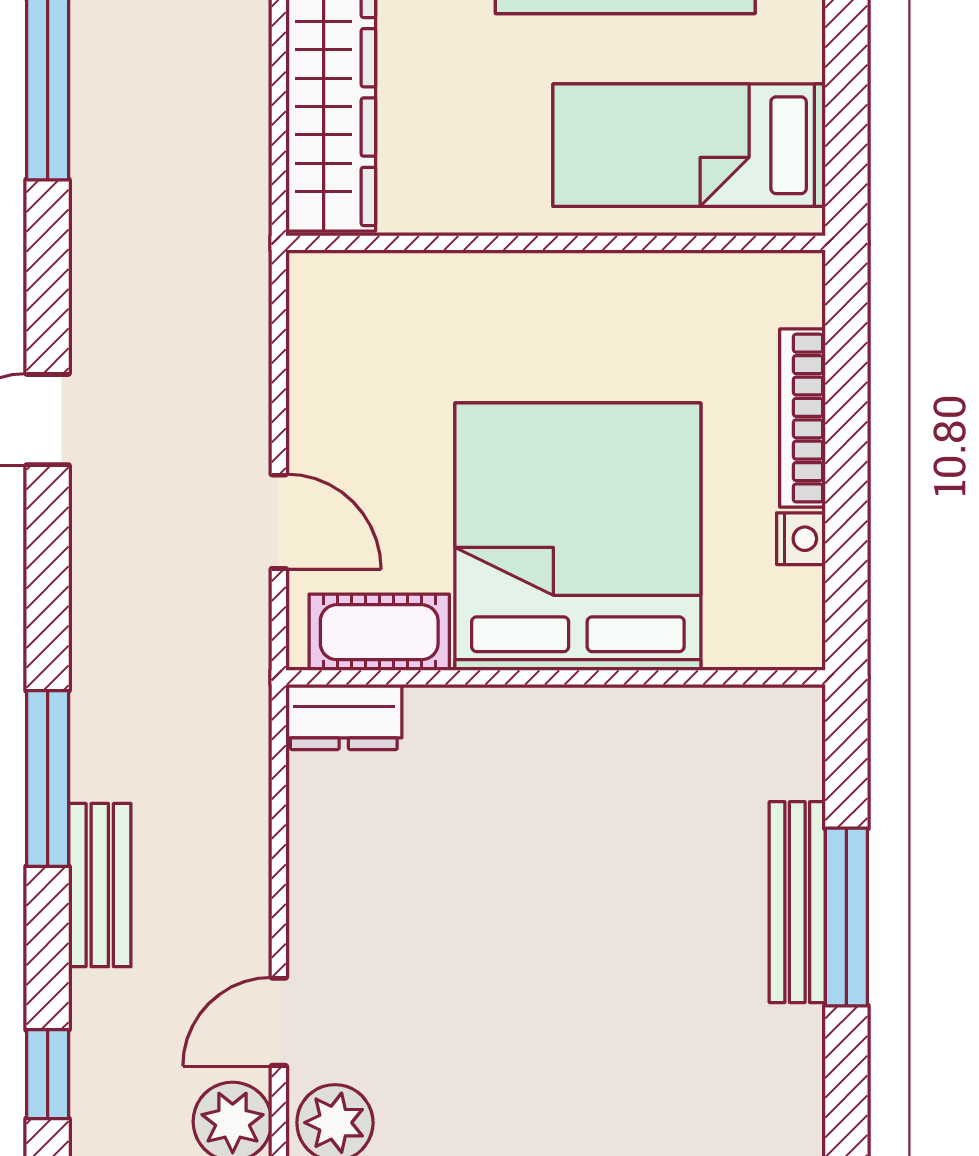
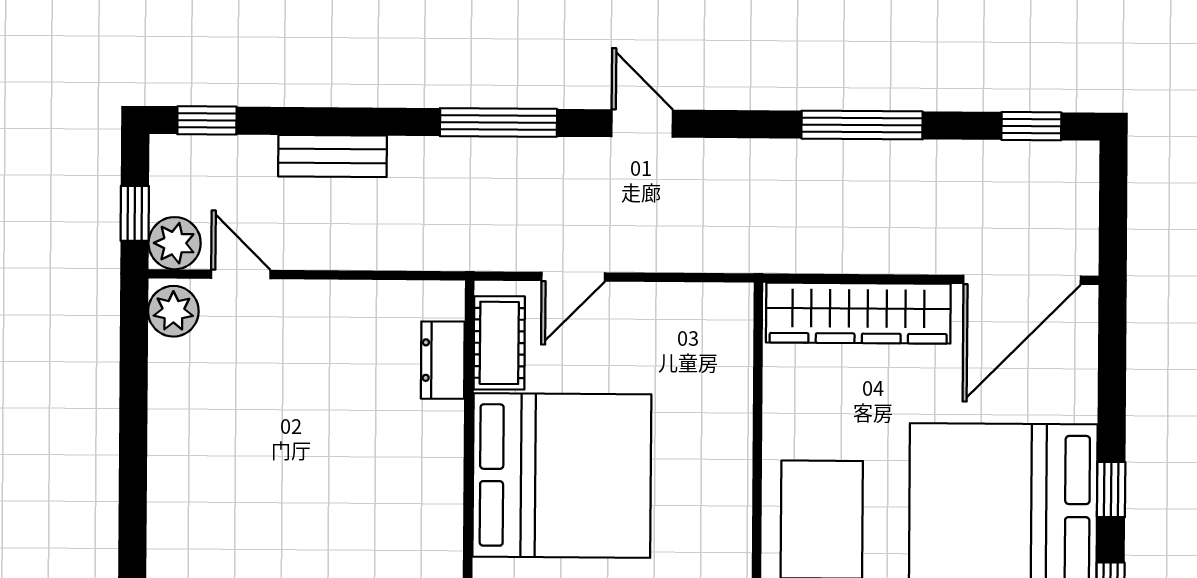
dresser: (344, 717) -> (443, 360), moved
window: (48, 778) -> (498, 122), moved

